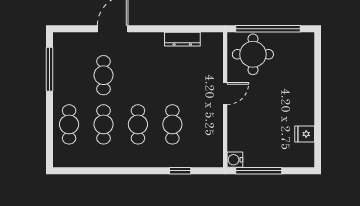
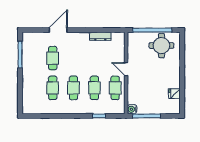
round table: (253, 54) -> (161, 46), moved
door: (225, 94) -> (126, 69), swing flipped
cafe table: (69, 124) -> (115, 88), moved

